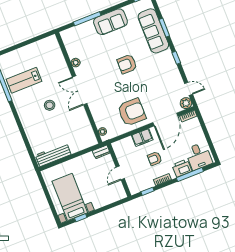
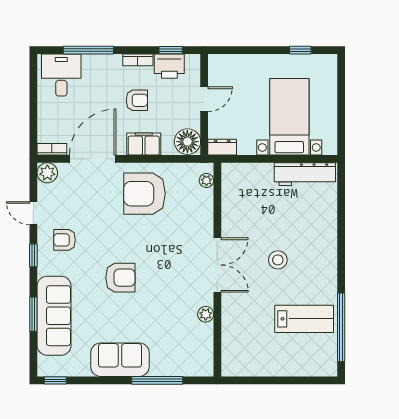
armchair: (163, 72) -> (65, 240), added
door: (189, 89) -> (33, 213), moved
floor lamp: (120, 148) -> (187, 142), added
printer: (182, 168) -> (169, 66), moved
bed with nightstands: (70, 197) -> (289, 117), moved, turned 180

